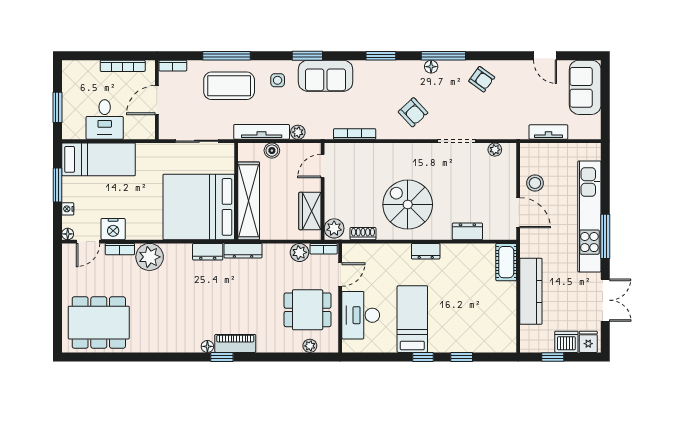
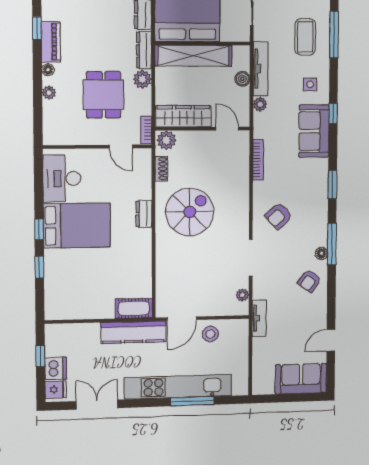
window: (307, 56) -> (333, 113), width x0.67
floor lamp: (431, 67) -> (321, 253), moved
coffee table: (229, 86) -> (305, 37), width x0.73, depth x0.76
tv unit: (548, 132) -> (259, 318), moved
wardrobe: (310, 211) -> (183, 116), width x1.50
dresser: (467, 231) -> (164, 270), removed
window: (605, 236) -> (192, 401), moved
dresser: (426, 251) -> (144, 214), moved
plant: (299, 252) -> (142, 79), moved
kitchen counter: (531, 291) -> (133, 332), moved
double door: (605, 300) -> (97, 405), swing flipped
dining table: (308, 310) -> (104, 95), moved
desk: (361, 315) -> (62, 178), moved, turned -90
bed: (412, 319) -> (77, 225), width x1.50
floor lamp: (207, 346) -> (48, 70), moved
plant: (310, 346) -> (49, 93), moved

